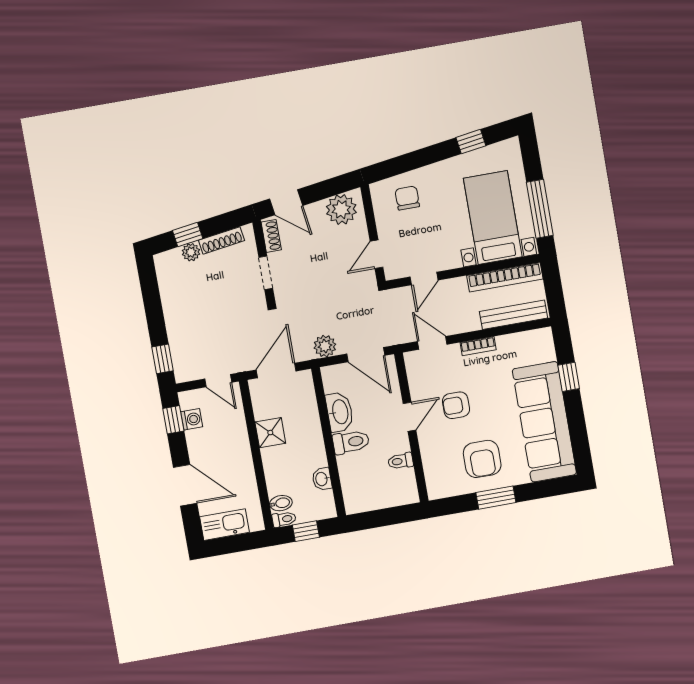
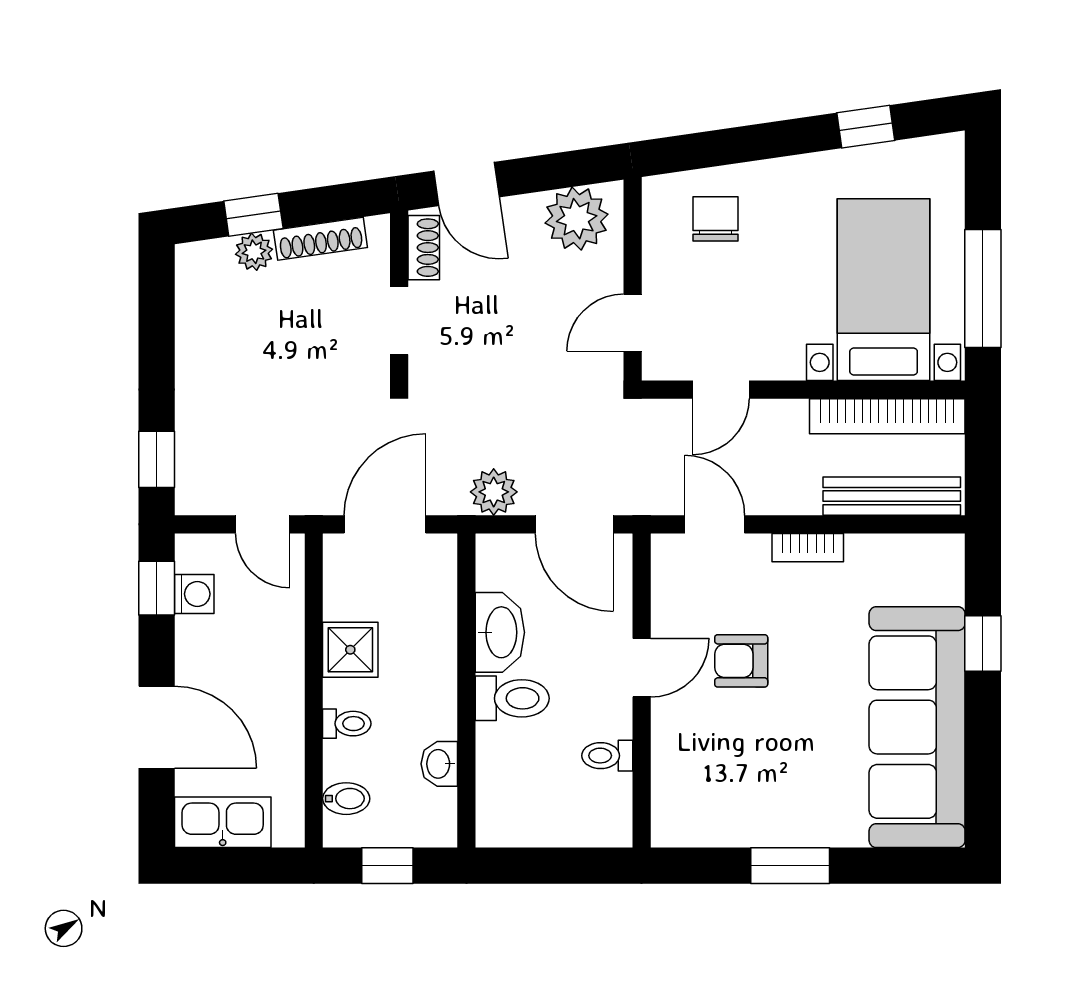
armchair: (482, 459) -> (776, 781), removed
toilet: (284, 519) -> (347, 724), moved

